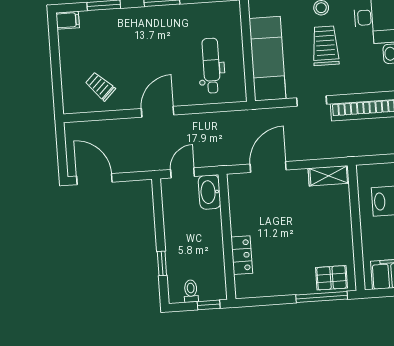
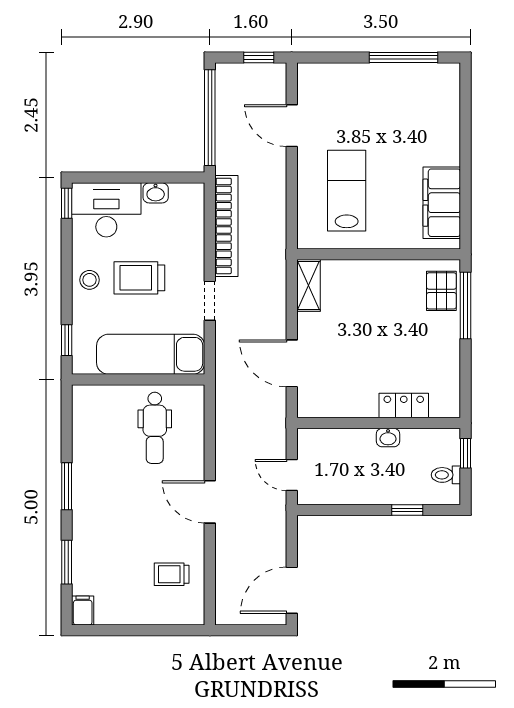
dental chair: (211, 66) -> (155, 428), turned -90
trolley: (100, 86) -> (172, 574), turned 45
washbasin: (209, 192) -> (388, 438), moved, width x0.52, depth x0.69

